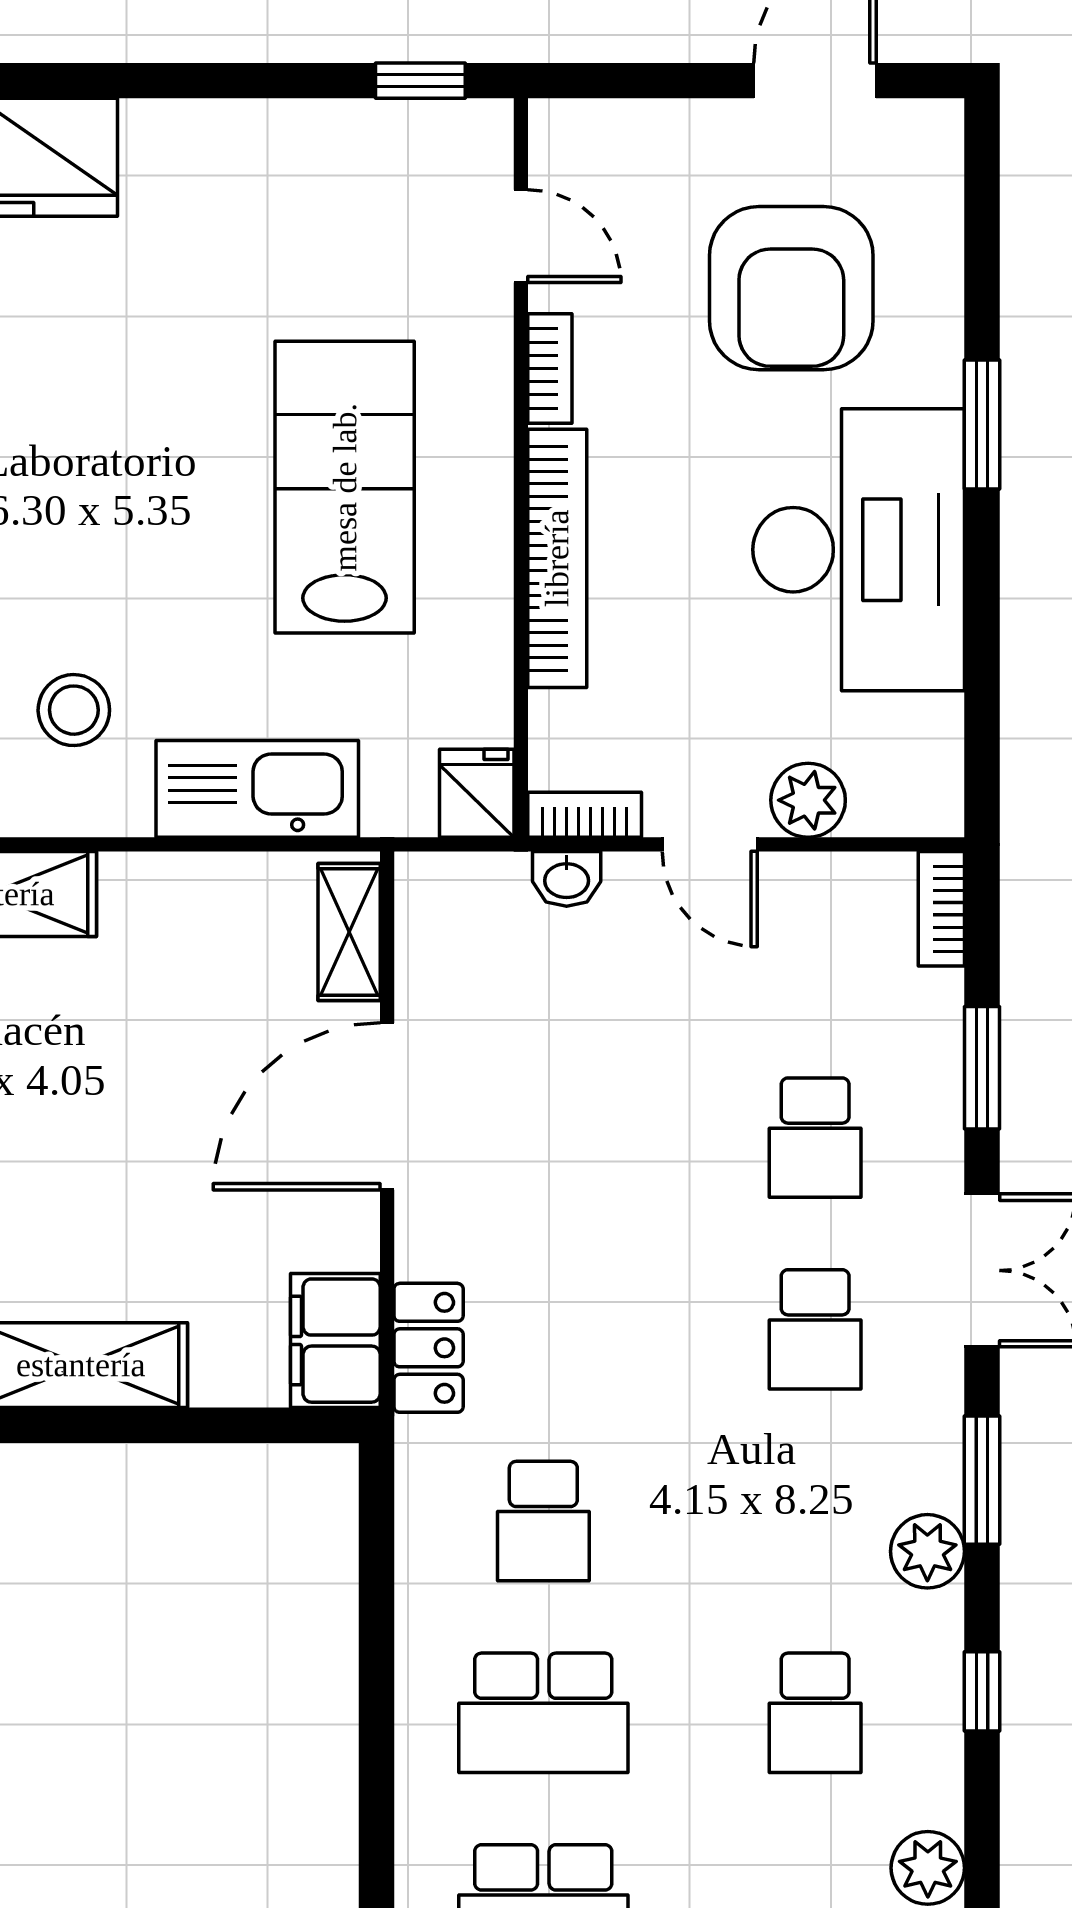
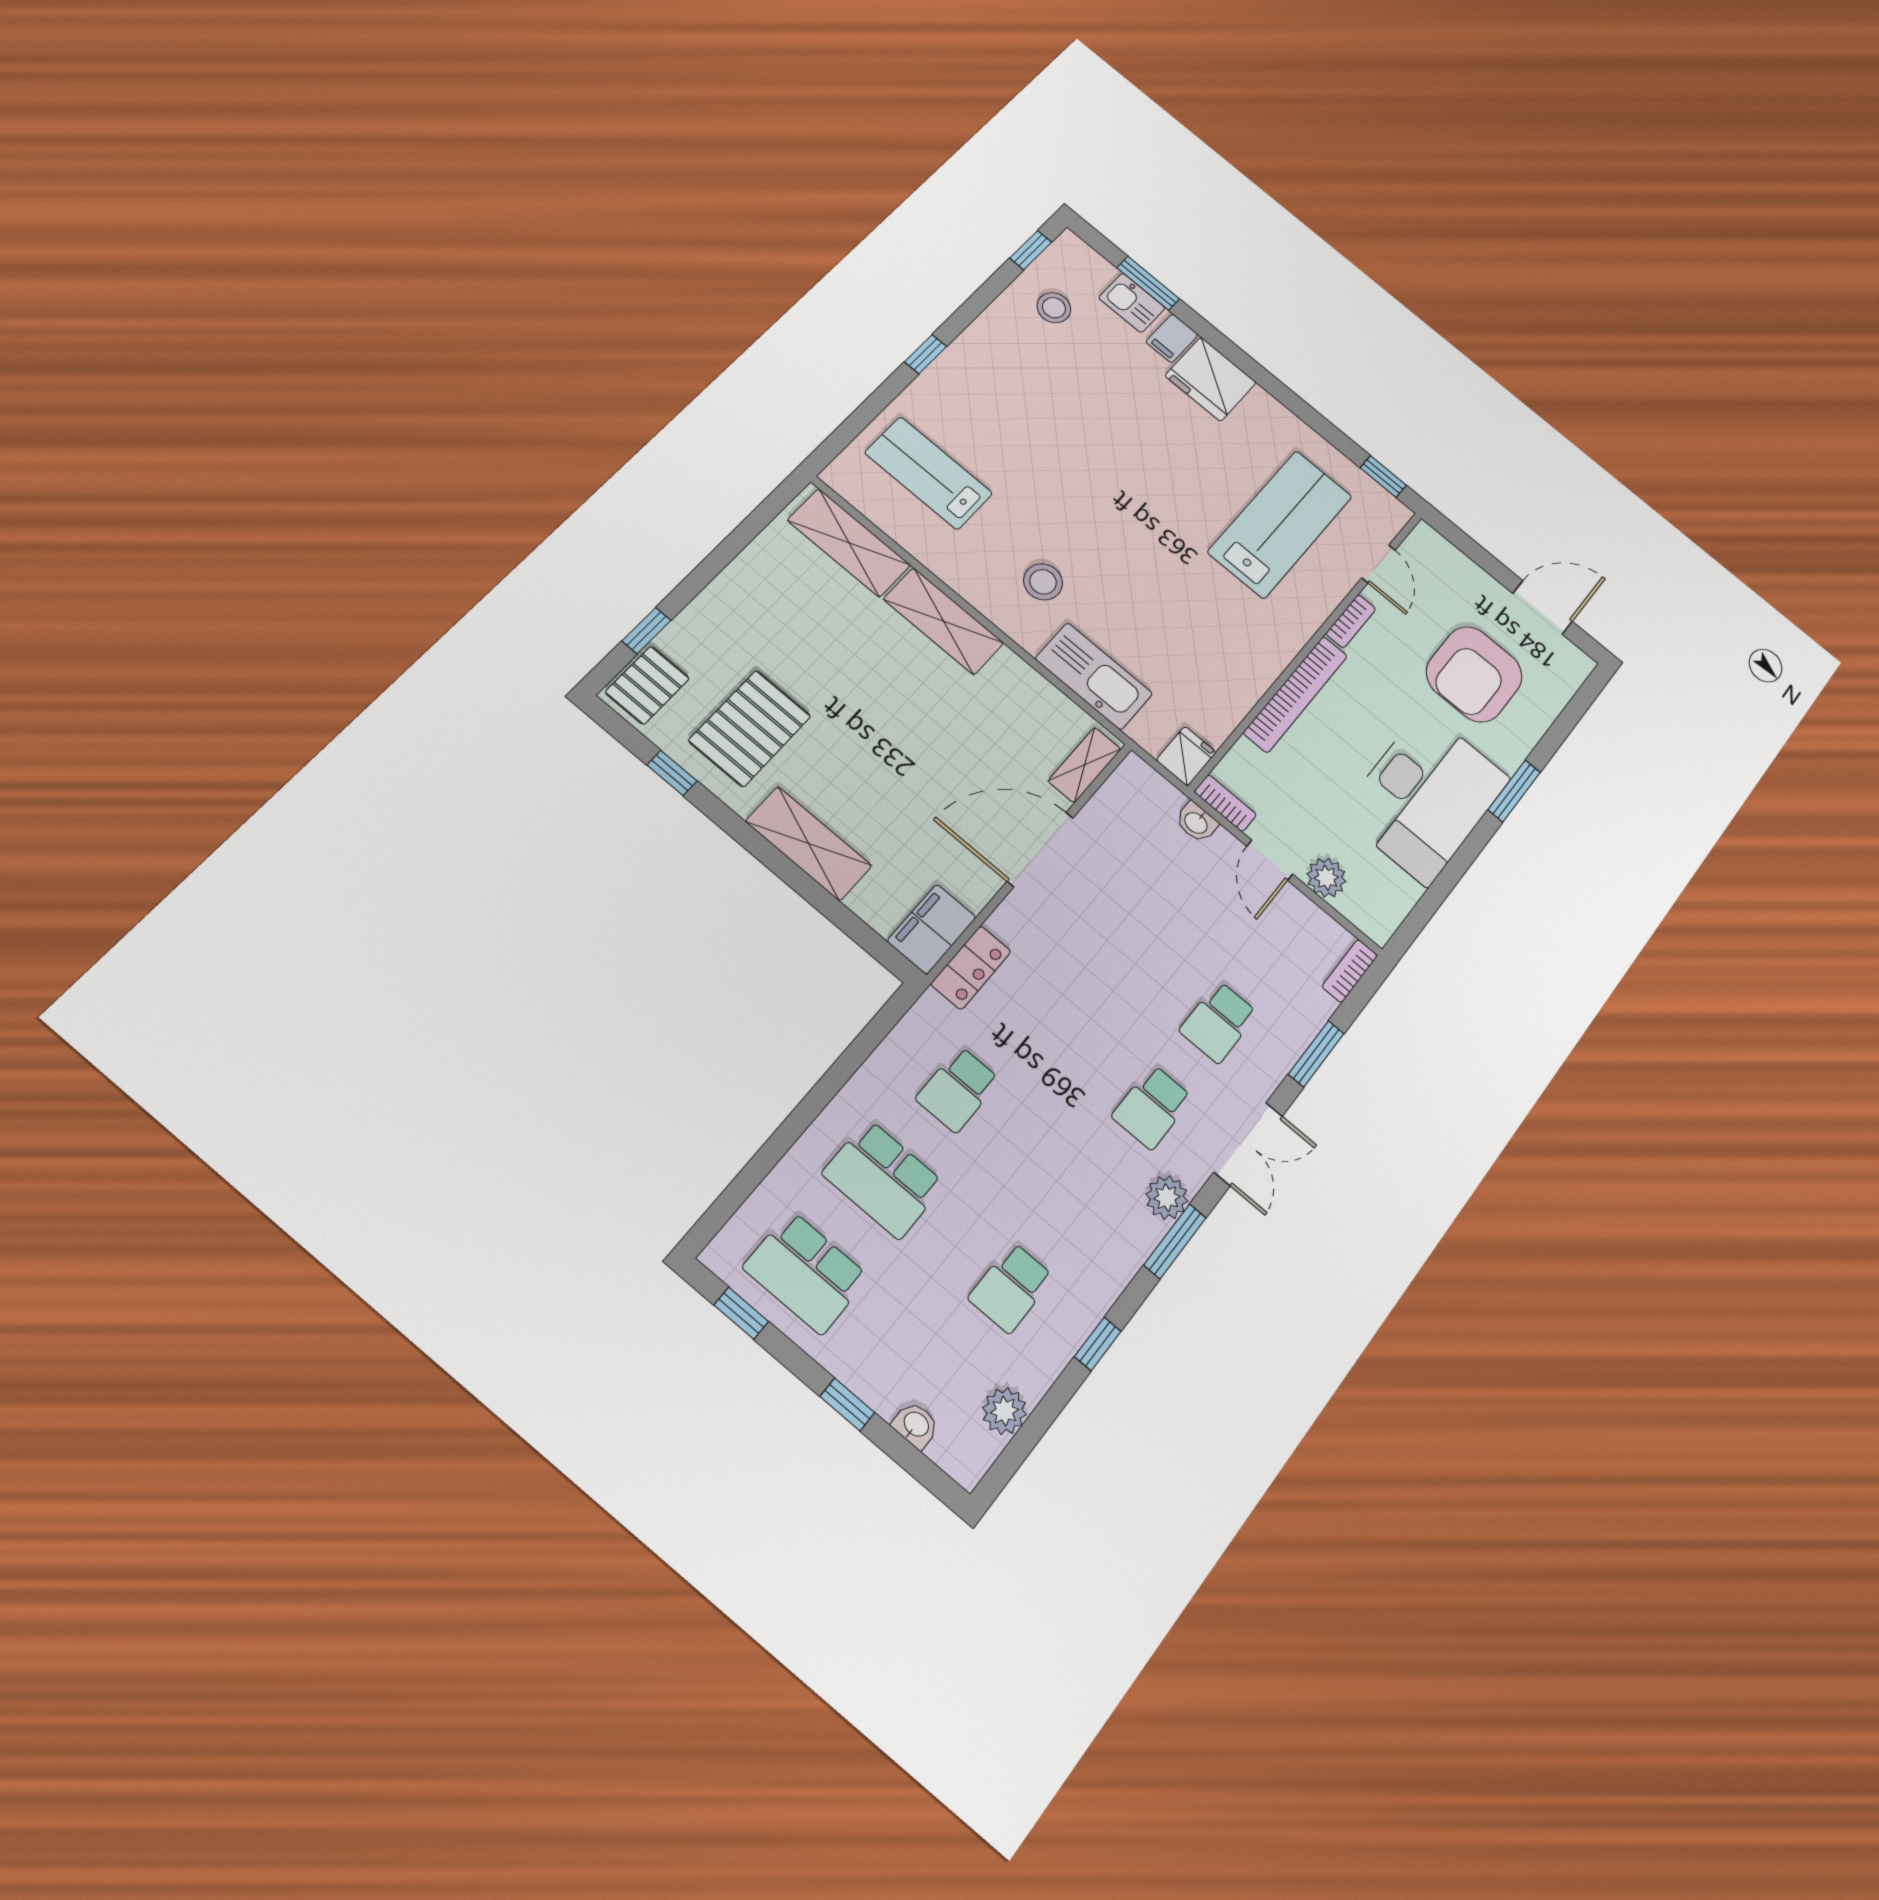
lab bench: (345, 487) -> (1280, 524), moved
plant: (927, 1551) -> (1167, 1198), moved

